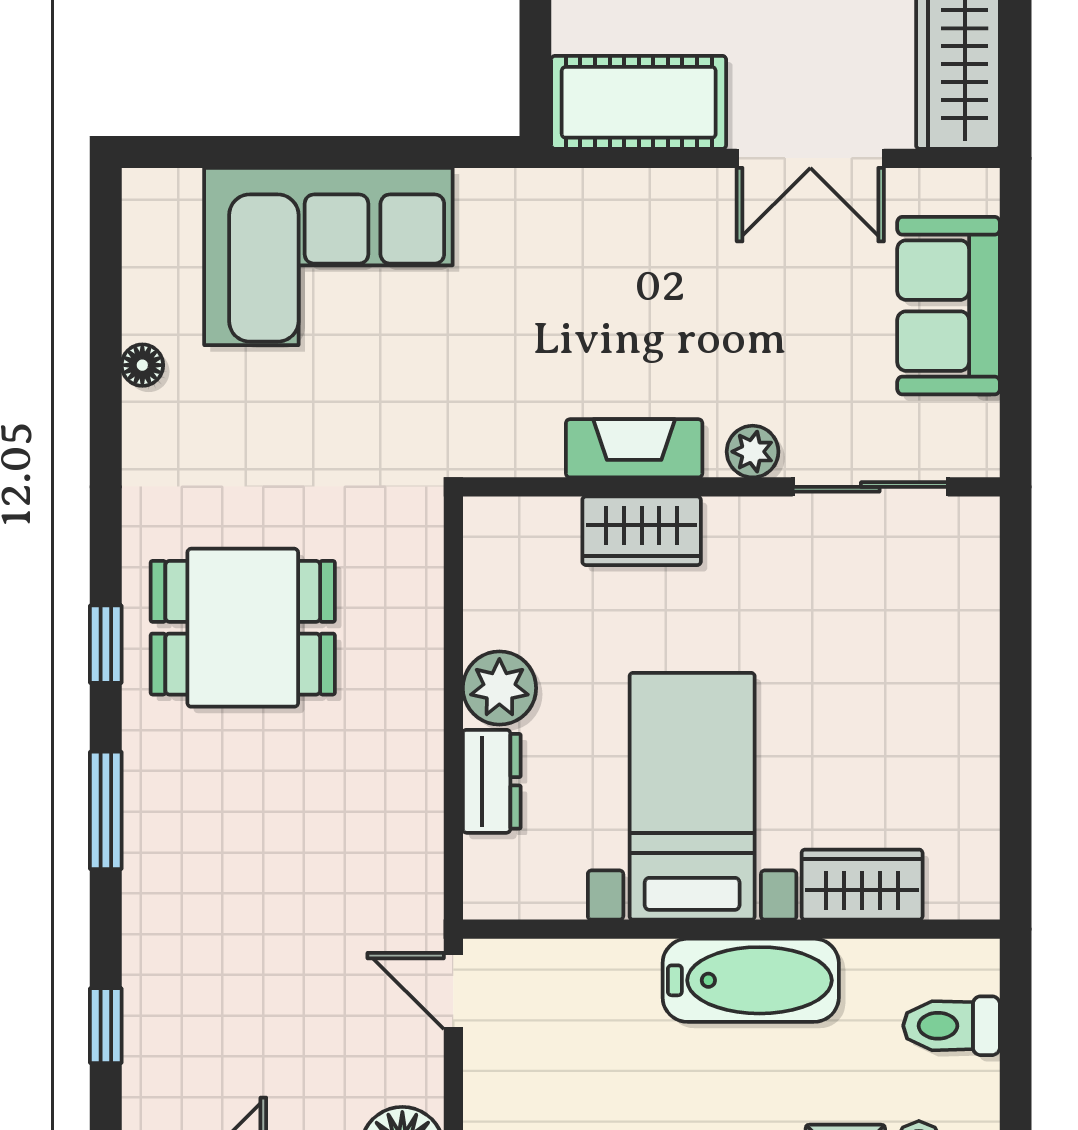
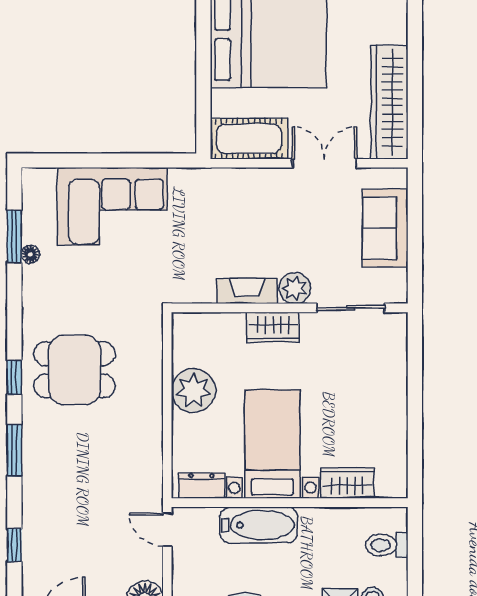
double door: (810, 158) -> (324, 163), swing flipped
window: (106, 325) -> (14, 236), added
plant: (753, 452) -> (295, 288), width x1.38, depth x1.38
wardrobe: (642, 531) -> (273, 327), moved
plant: (499, 688) -> (193, 391), width x1.36, depth x1.36
dresser: (492, 781) -> (202, 486), moved, turned -90
bathtub: (751, 980) -> (259, 525), moved

